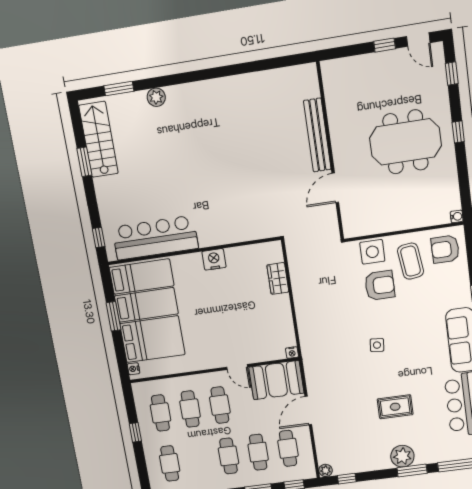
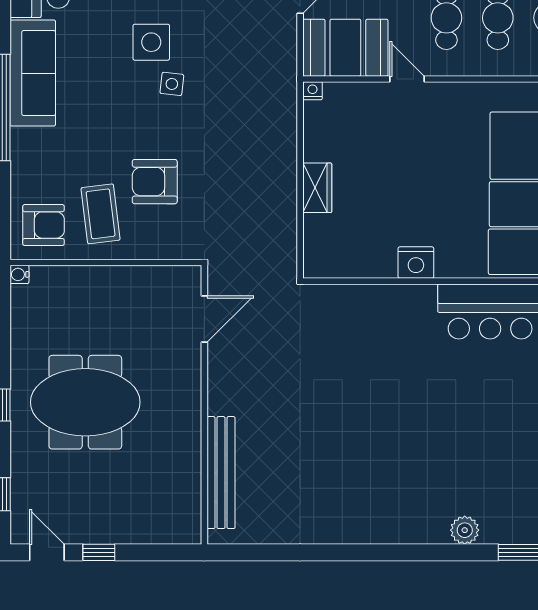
bench: (317, 135) -> (221, 473), moved
door: (335, 188) -> (204, 319), moved
side table: (372, 252) -> (151, 42), moved
wardrobe: (278, 278) -> (317, 188), moved

